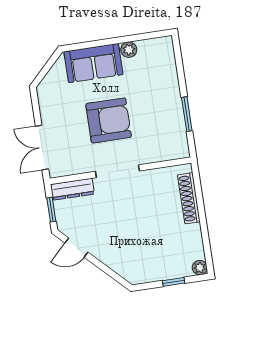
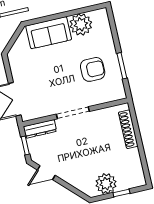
plant: (129, 50) -> (81, 24), width x1.88, depth x1.88
armchair: (109, 120) -> (93, 69), moved, width x0.73, depth x0.73
plant: (200, 268) -> (106, 184), moved, width x1.87, depth x1.87

